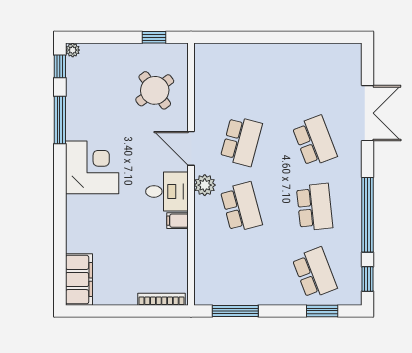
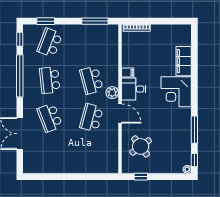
corner desk: (92, 167) -> (176, 92), moved
school desk: (315, 273) -> (50, 43), turned 42
filing cabinet: (79, 280) -> (184, 61), moved

